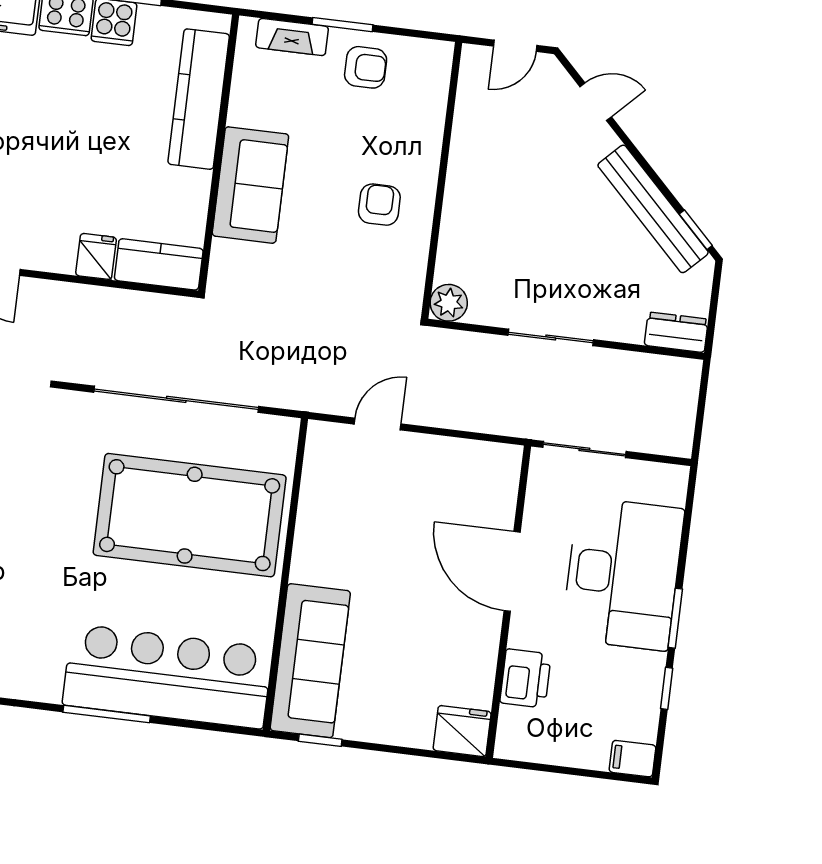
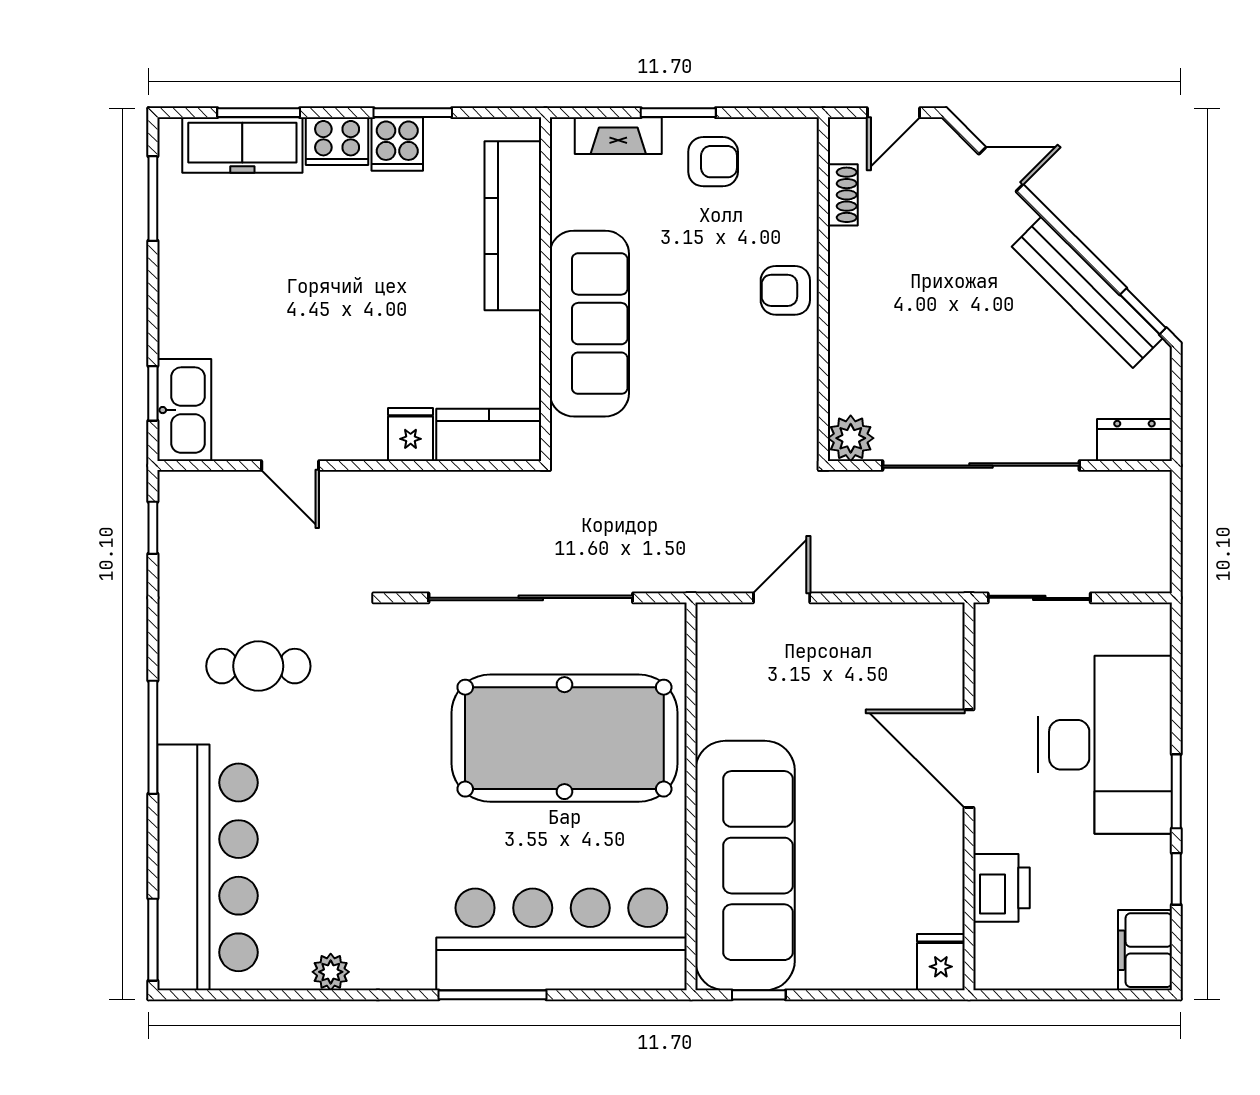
shoe rack: (466, 107) -> (843, 195), added
sofa: (250, 185) -> (589, 324), width x1.36
armchair: (379, 205) -> (785, 290), moved, turned -90
sliding door: (551, 337) -> (981, 466), width x1.86
sofa: (310, 661) -> (745, 866), width x1.36, depth x1.27
fridge: (462, 731) -> (941, 962), width x0.72
filing cabinet: (633, 759) -> (1145, 950), width x2.00

